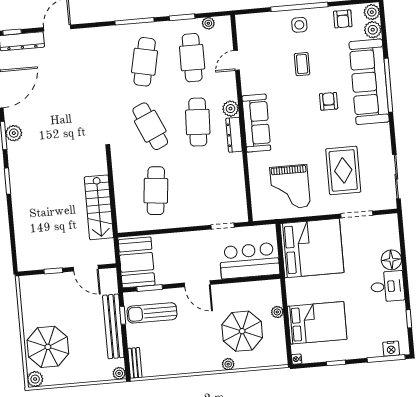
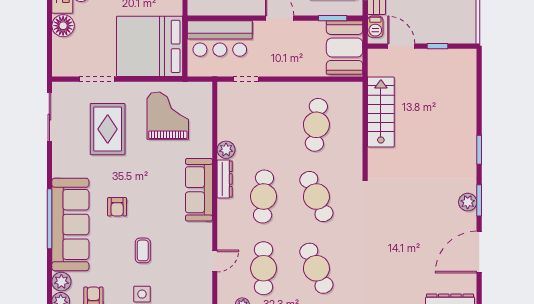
cafe table: (145, 62) -> (316, 268), turned -36
plant: (230, 109) -> (226, 150), moved
barbecue: (111, 284) -> (375, 27), added

